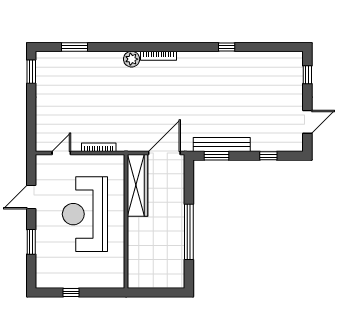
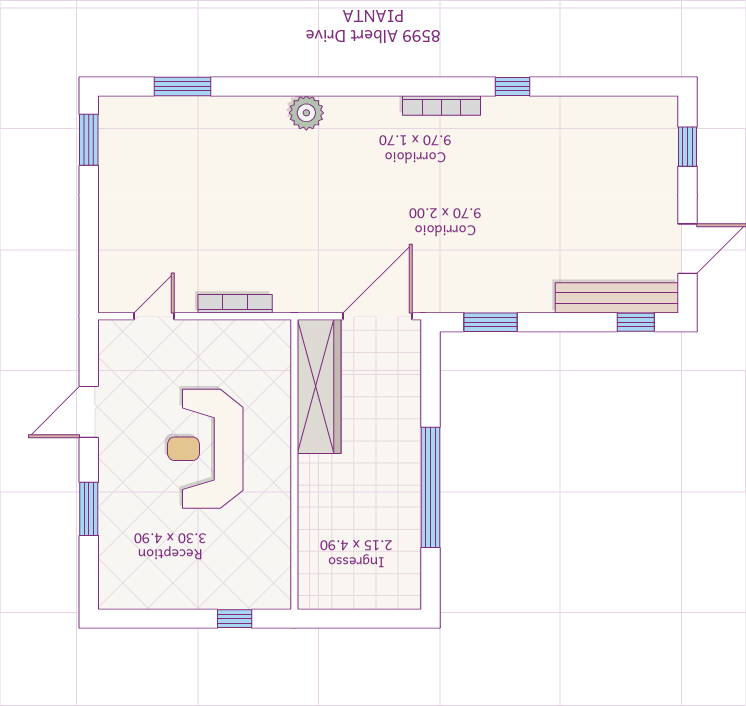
bookcase: (159, 56) -> (441, 105), moved
bench: (222, 145) -> (617, 298), moved
window: (268, 156) -> (636, 322), moved
reception desk: (85, 214) -> (205, 449), width x0.74, depth x0.77
window: (71, 292) -> (235, 619), moved

